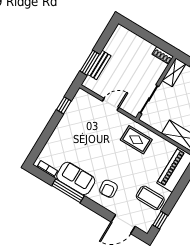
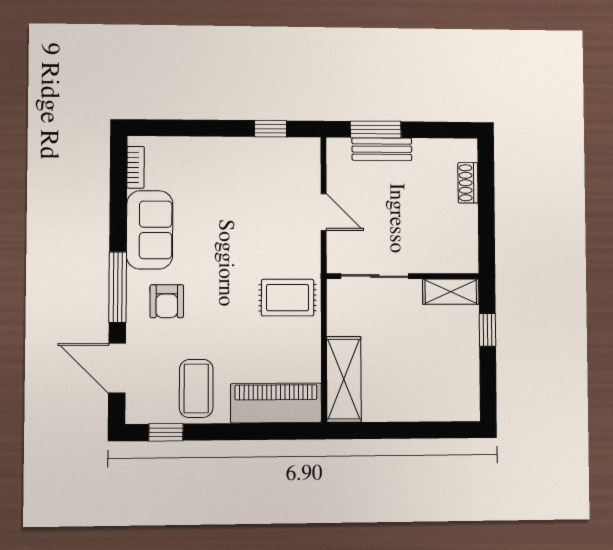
shoe rack: (163, 55) -> (468, 183), moved
rug: (136, 140) -> (288, 298), turned 90
armchair: (108, 189) -> (167, 301), turned -83
window: (68, 191) -> (118, 287), moved

